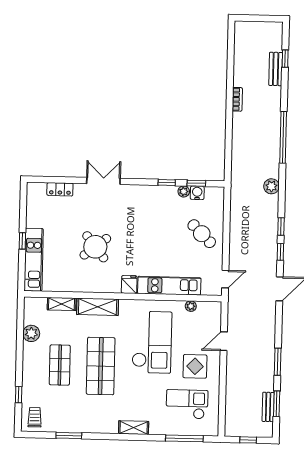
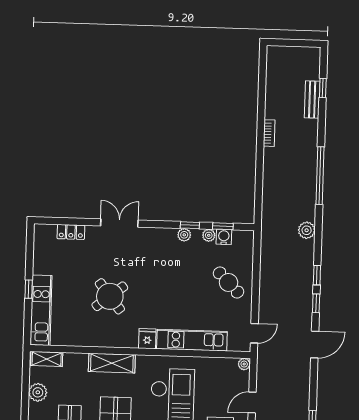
plant: (162, 191) -> (184, 235), added
shelving: (62, 304) -> (47, 359), moved
plant: (191, 306) -> (244, 364), moved

